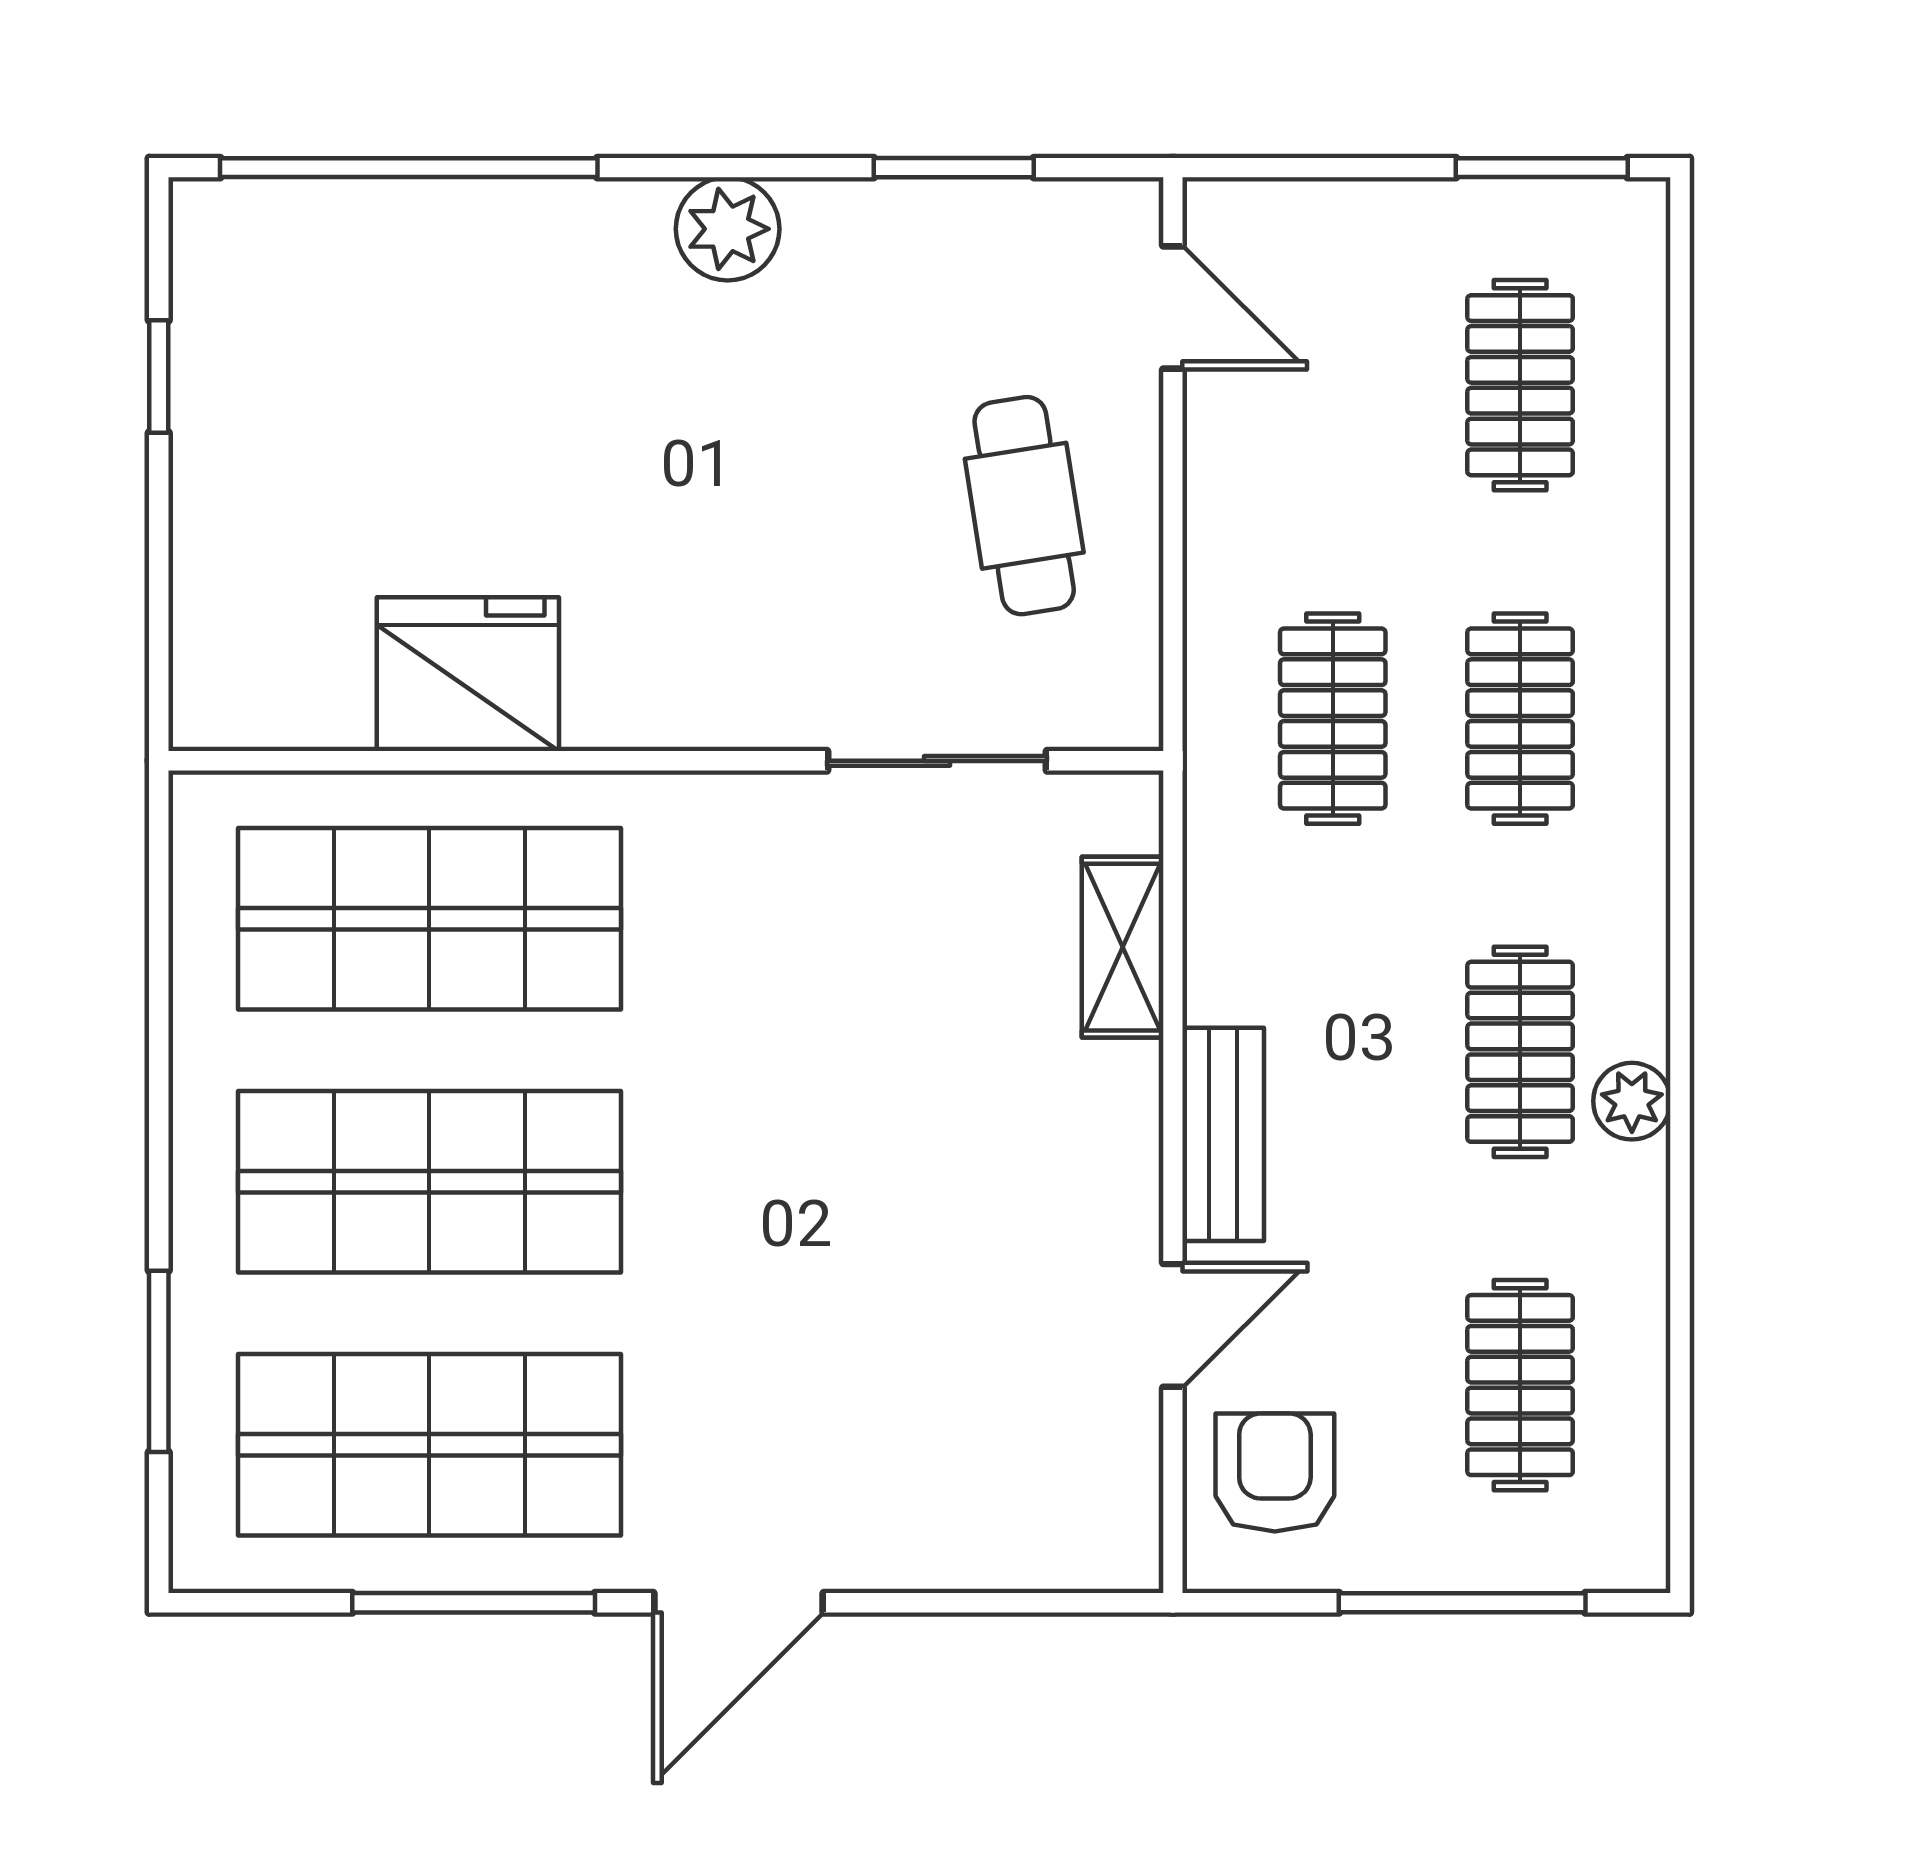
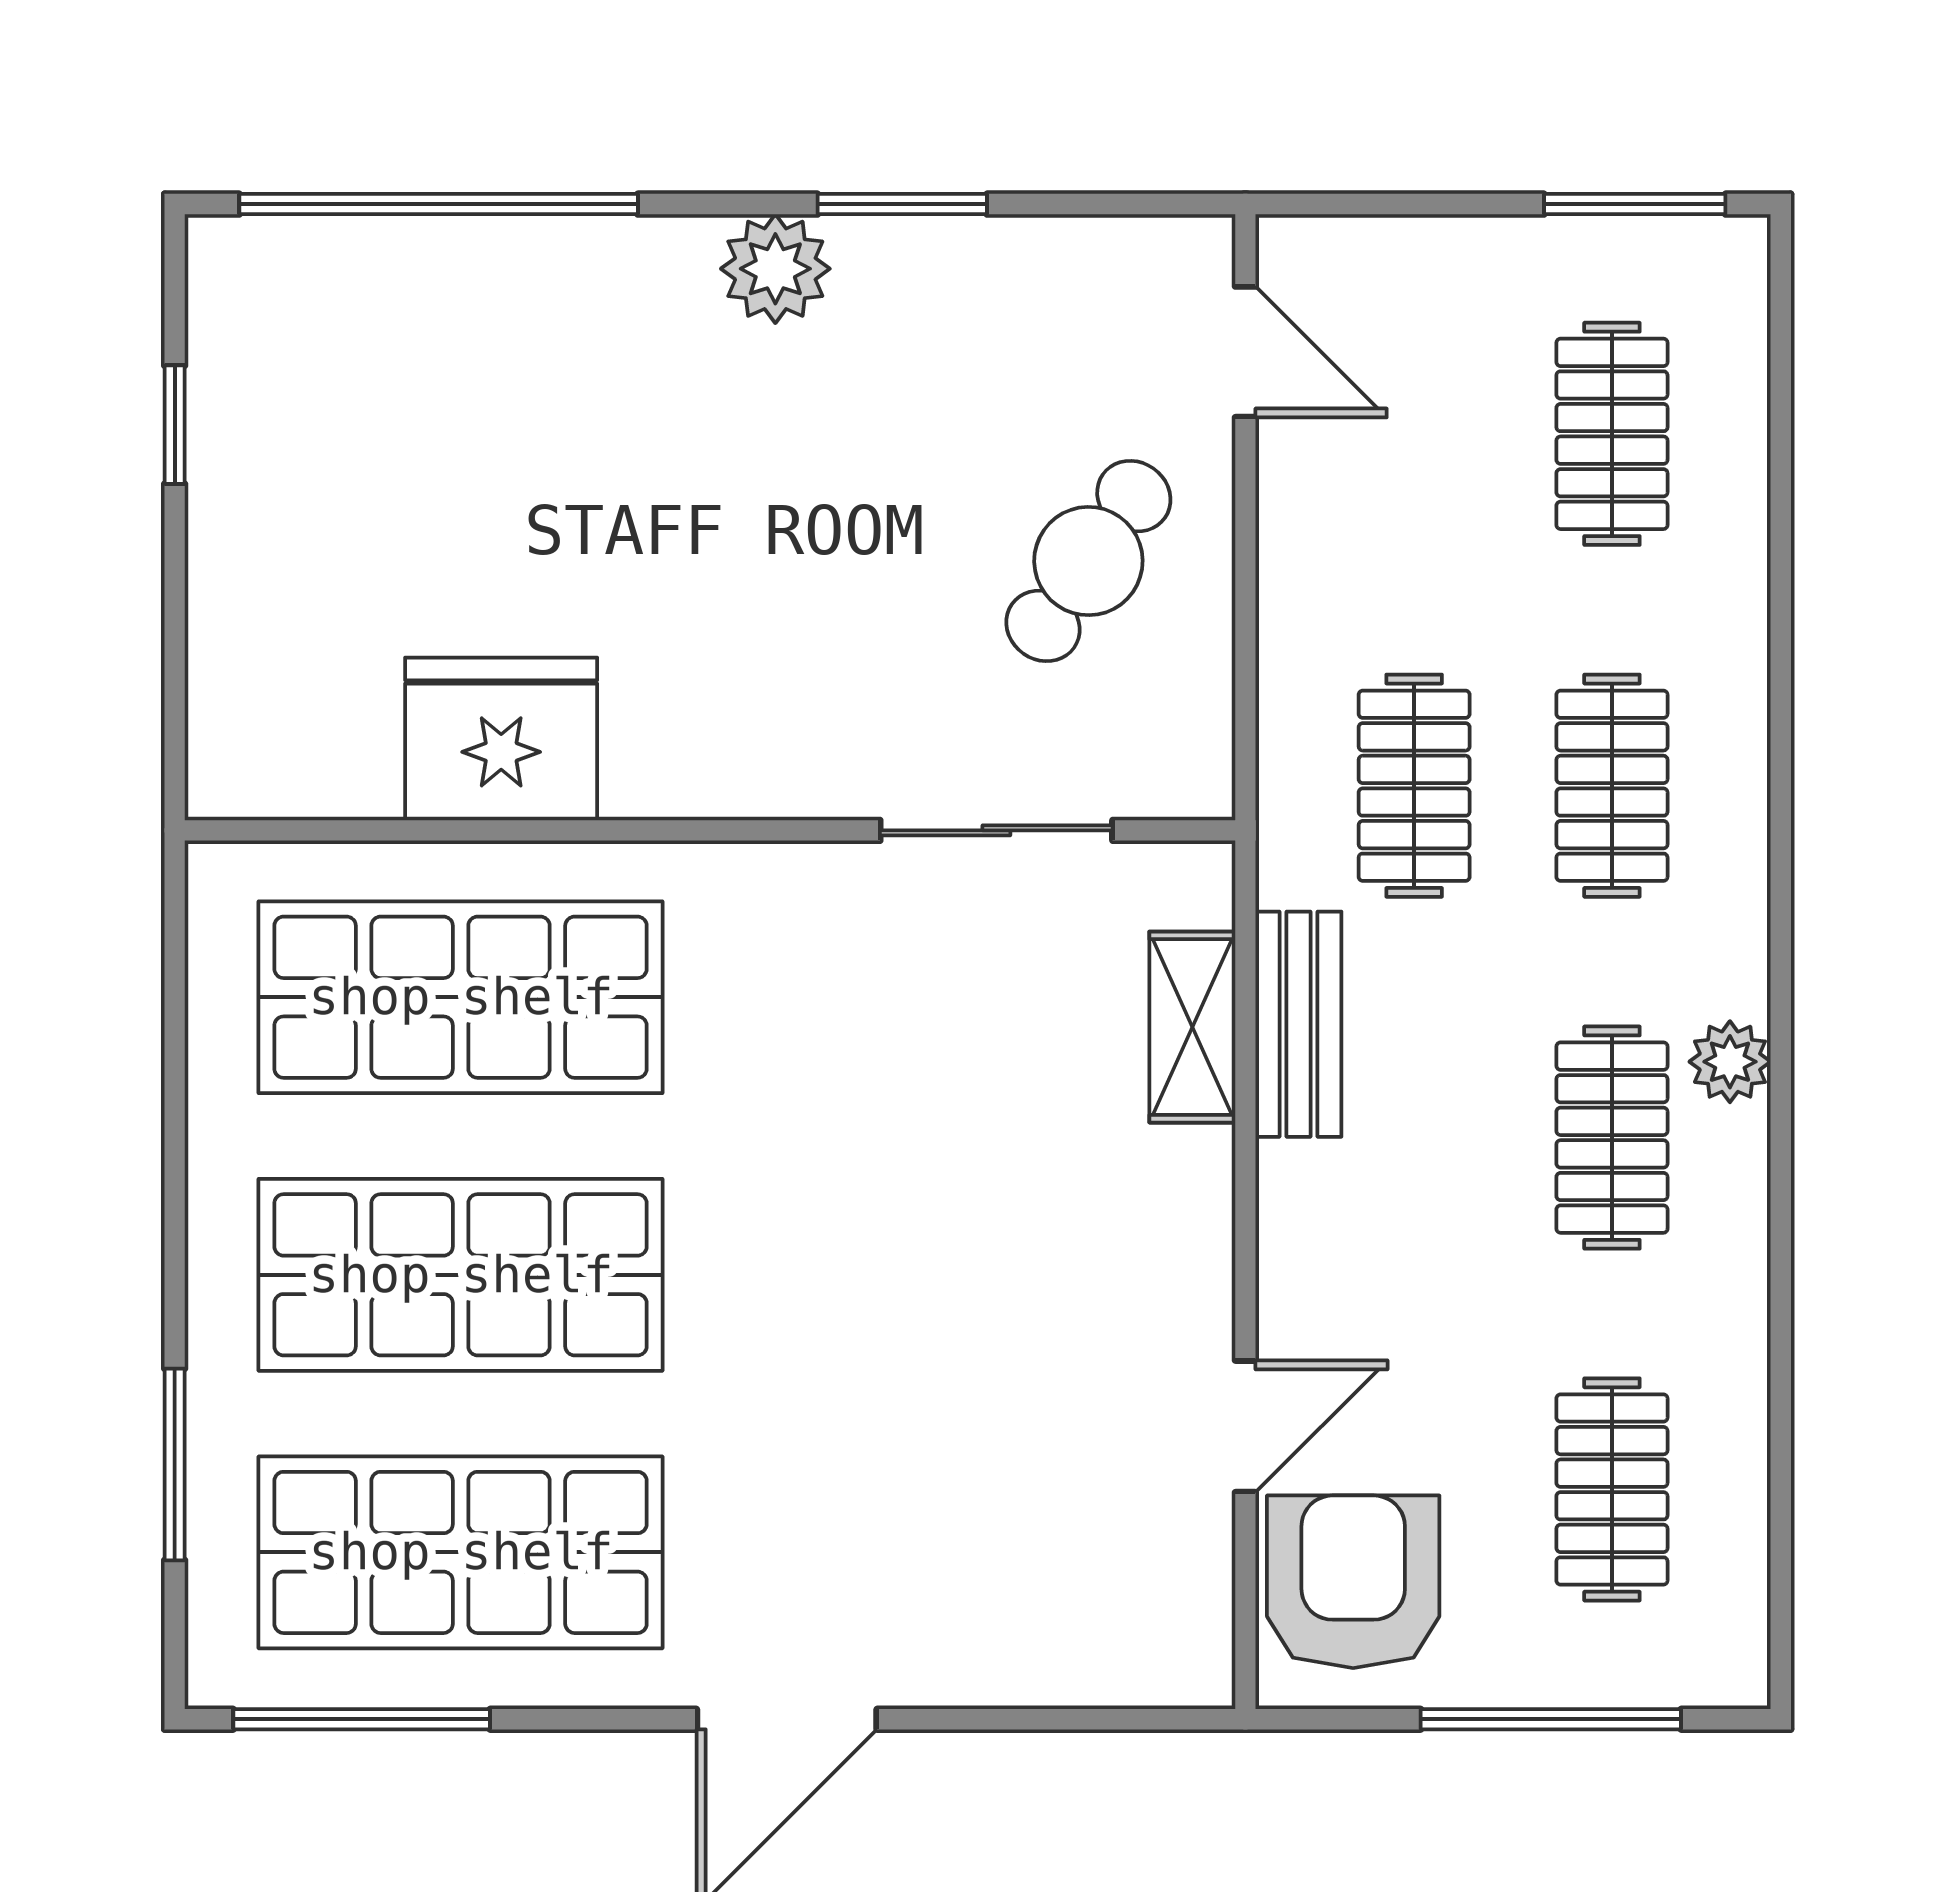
window: (954, 168) -> (902, 204), moved
cafe table: (1024, 506) -> (1088, 561), turned 44
plant: (1632, 1101) -> (1730, 1062), moved
bench: (1223, 1134) -> (1298, 1024), moved
armchair: (1275, 1472) -> (1353, 1582), width x1.38, depth x1.38
window: (474, 1603) -> (362, 1719), moved

